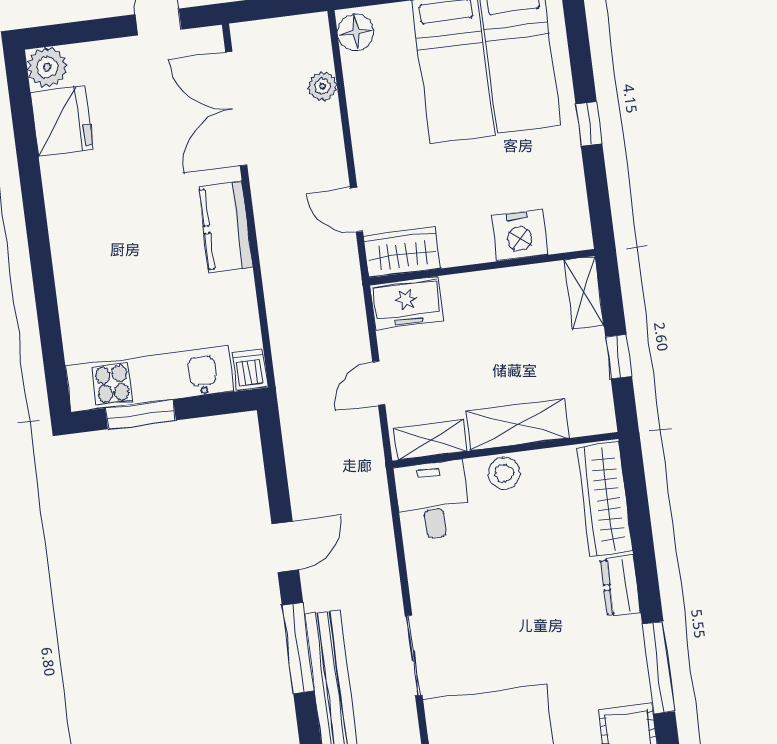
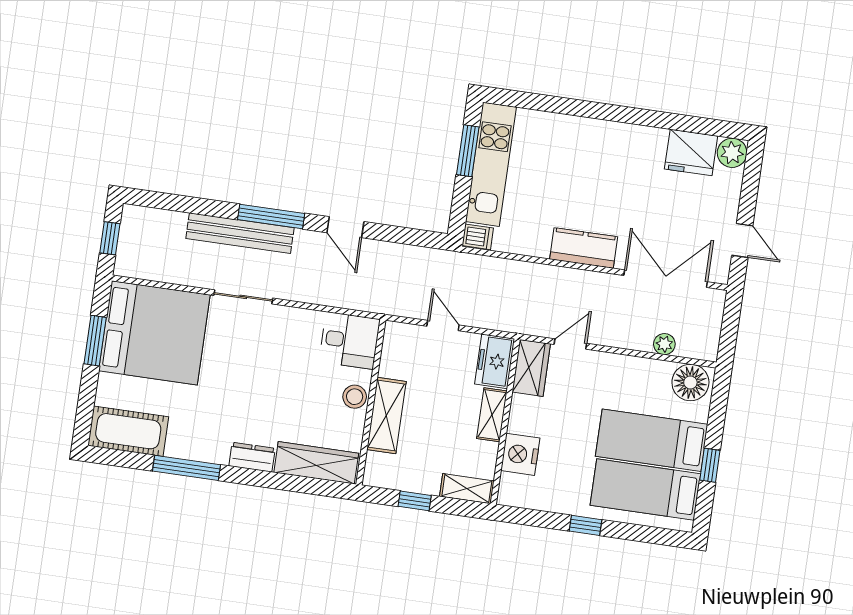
floor lamp: (356, 32) -> (690, 382), width x1.38, depth x1.38
shelving: (431, 440) -> (492, 415), moved

